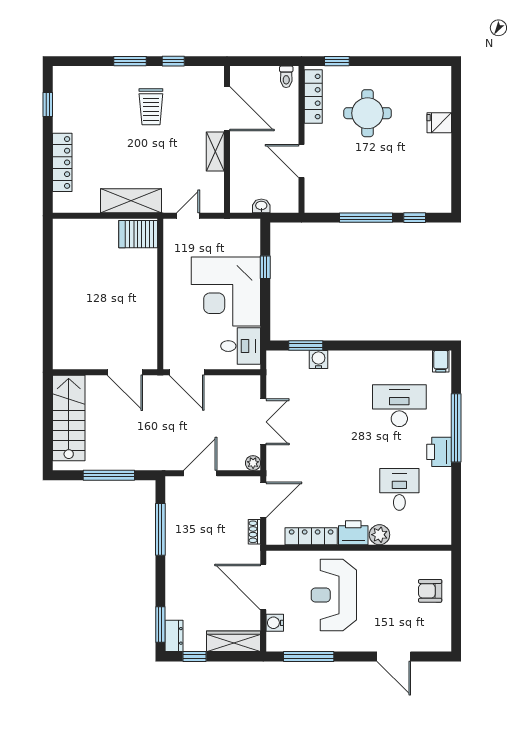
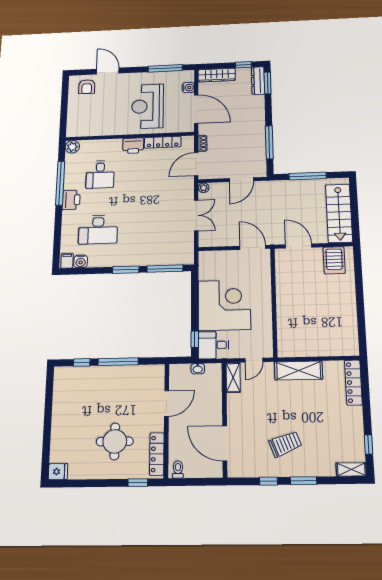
shelving: (71, 74) -> (351, 469), added
trolley: (151, 107) -> (285, 444), turned 69
fridge: (439, 123) -> (58, 472), moved
shelving: (215, 151) -> (233, 378), moved
door: (302, 161) -> (167, 403), hinge flipped
locker: (62, 162) -> (353, 382), moved
server rack: (138, 234) -> (334, 260), moved, turned 90
window: (265, 267) -> (195, 339), moved
window: (306, 345) -> (165, 269), width x1.44
window: (359, 345) -> (126, 270), added
desk: (241, 346) -> (213, 345), moved
water cooler: (318, 359) -> (81, 261), moved
double door: (263, 422) -> (196, 215), swing flipped
window: (456, 428) -> (60, 183), moved
plant: (379, 535) -> (72, 147), moved
armchair: (430, 591) -> (87, 87), moved, turned 90
reception desk: (334, 595) -> (148, 106), turned 180
dresser: (174, 636) -> (258, 81), width x1.44

